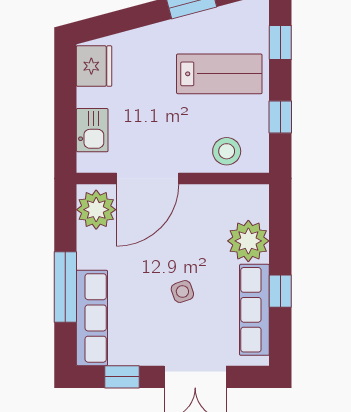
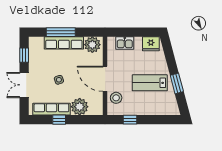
window: (280, 43) -> (160, 120), removed
lab bench: (219, 74) -> (150, 83), moved, turned 90
door: (147, 178) -> (105, 79), moved
row of seats: (92, 318) -> (64, 43), moved

